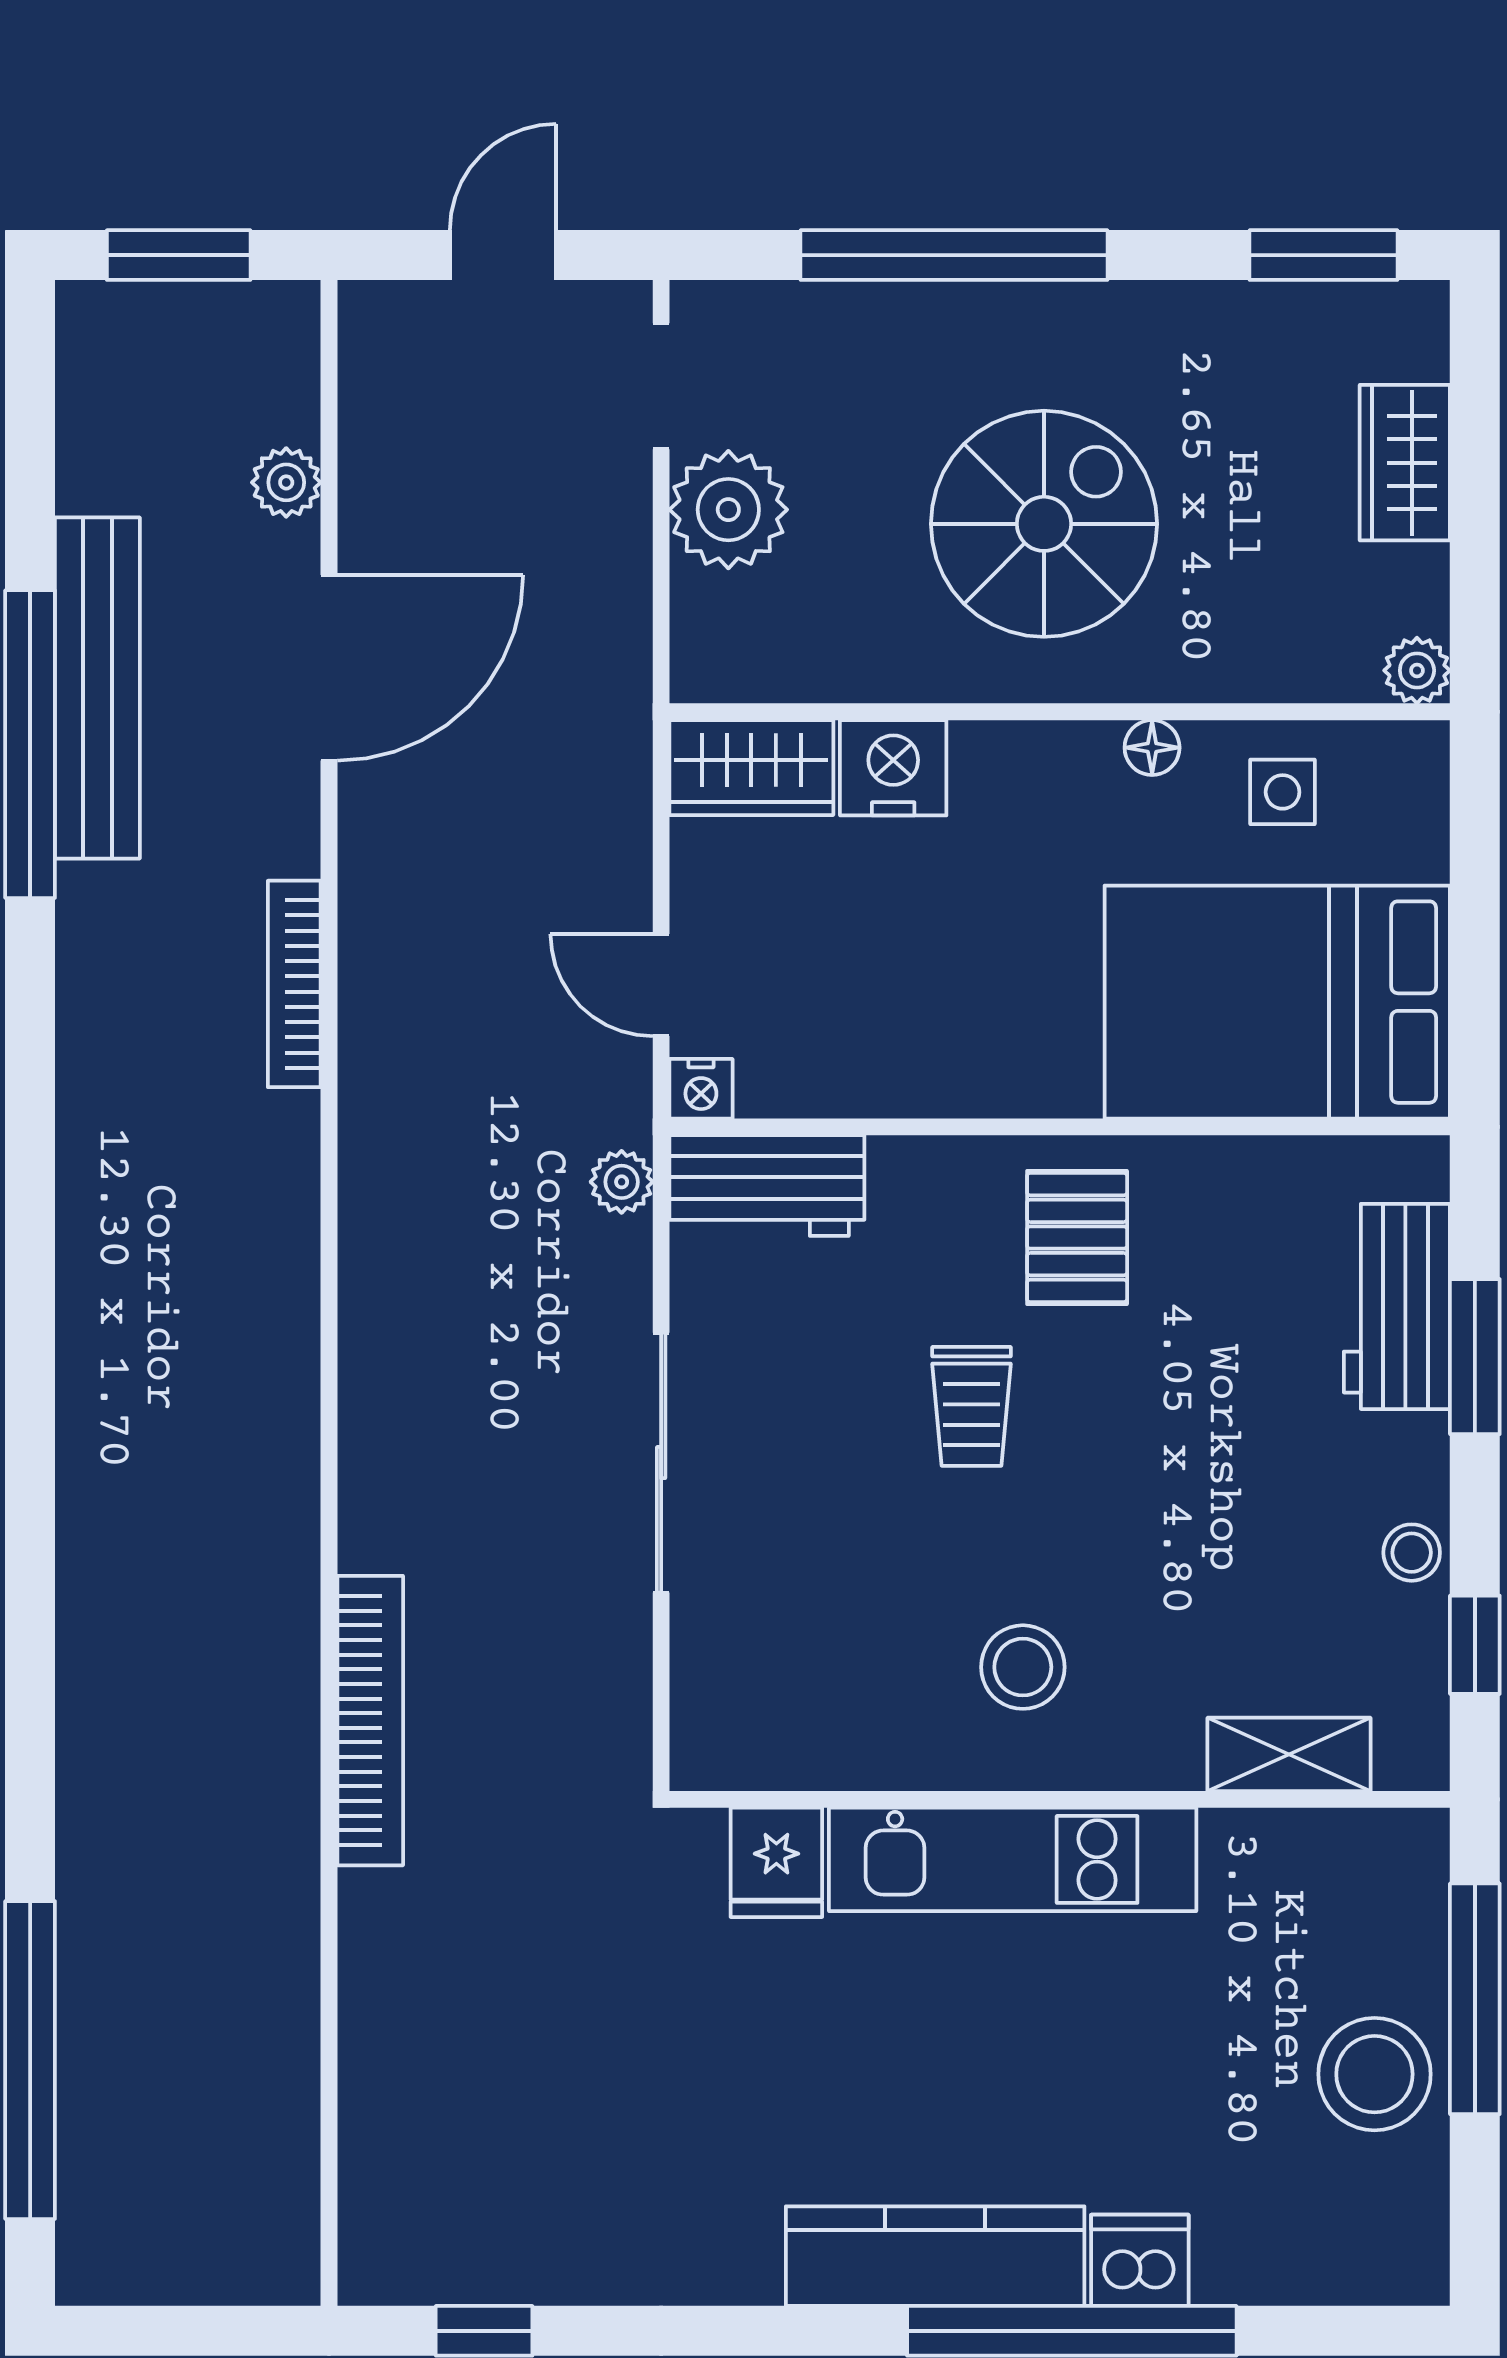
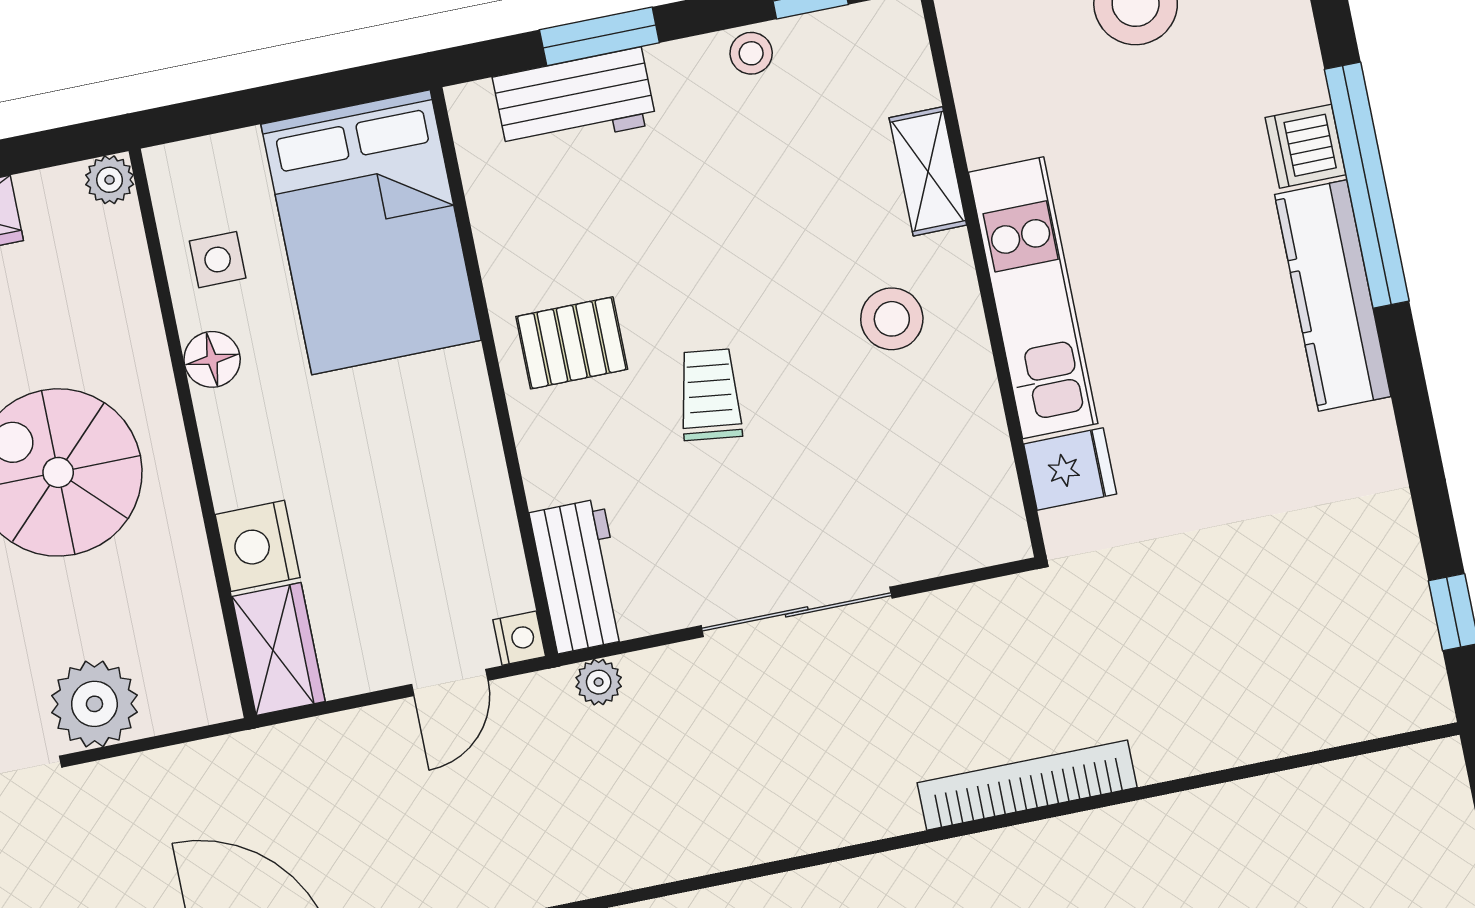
floor lamp: (1152, 748) -> (212, 359), width x1.37, depth x1.37
trolley: (972, 1406) -> (710, 395), turned -83
shelving: (1289, 1754) -> (928, 171), moved

